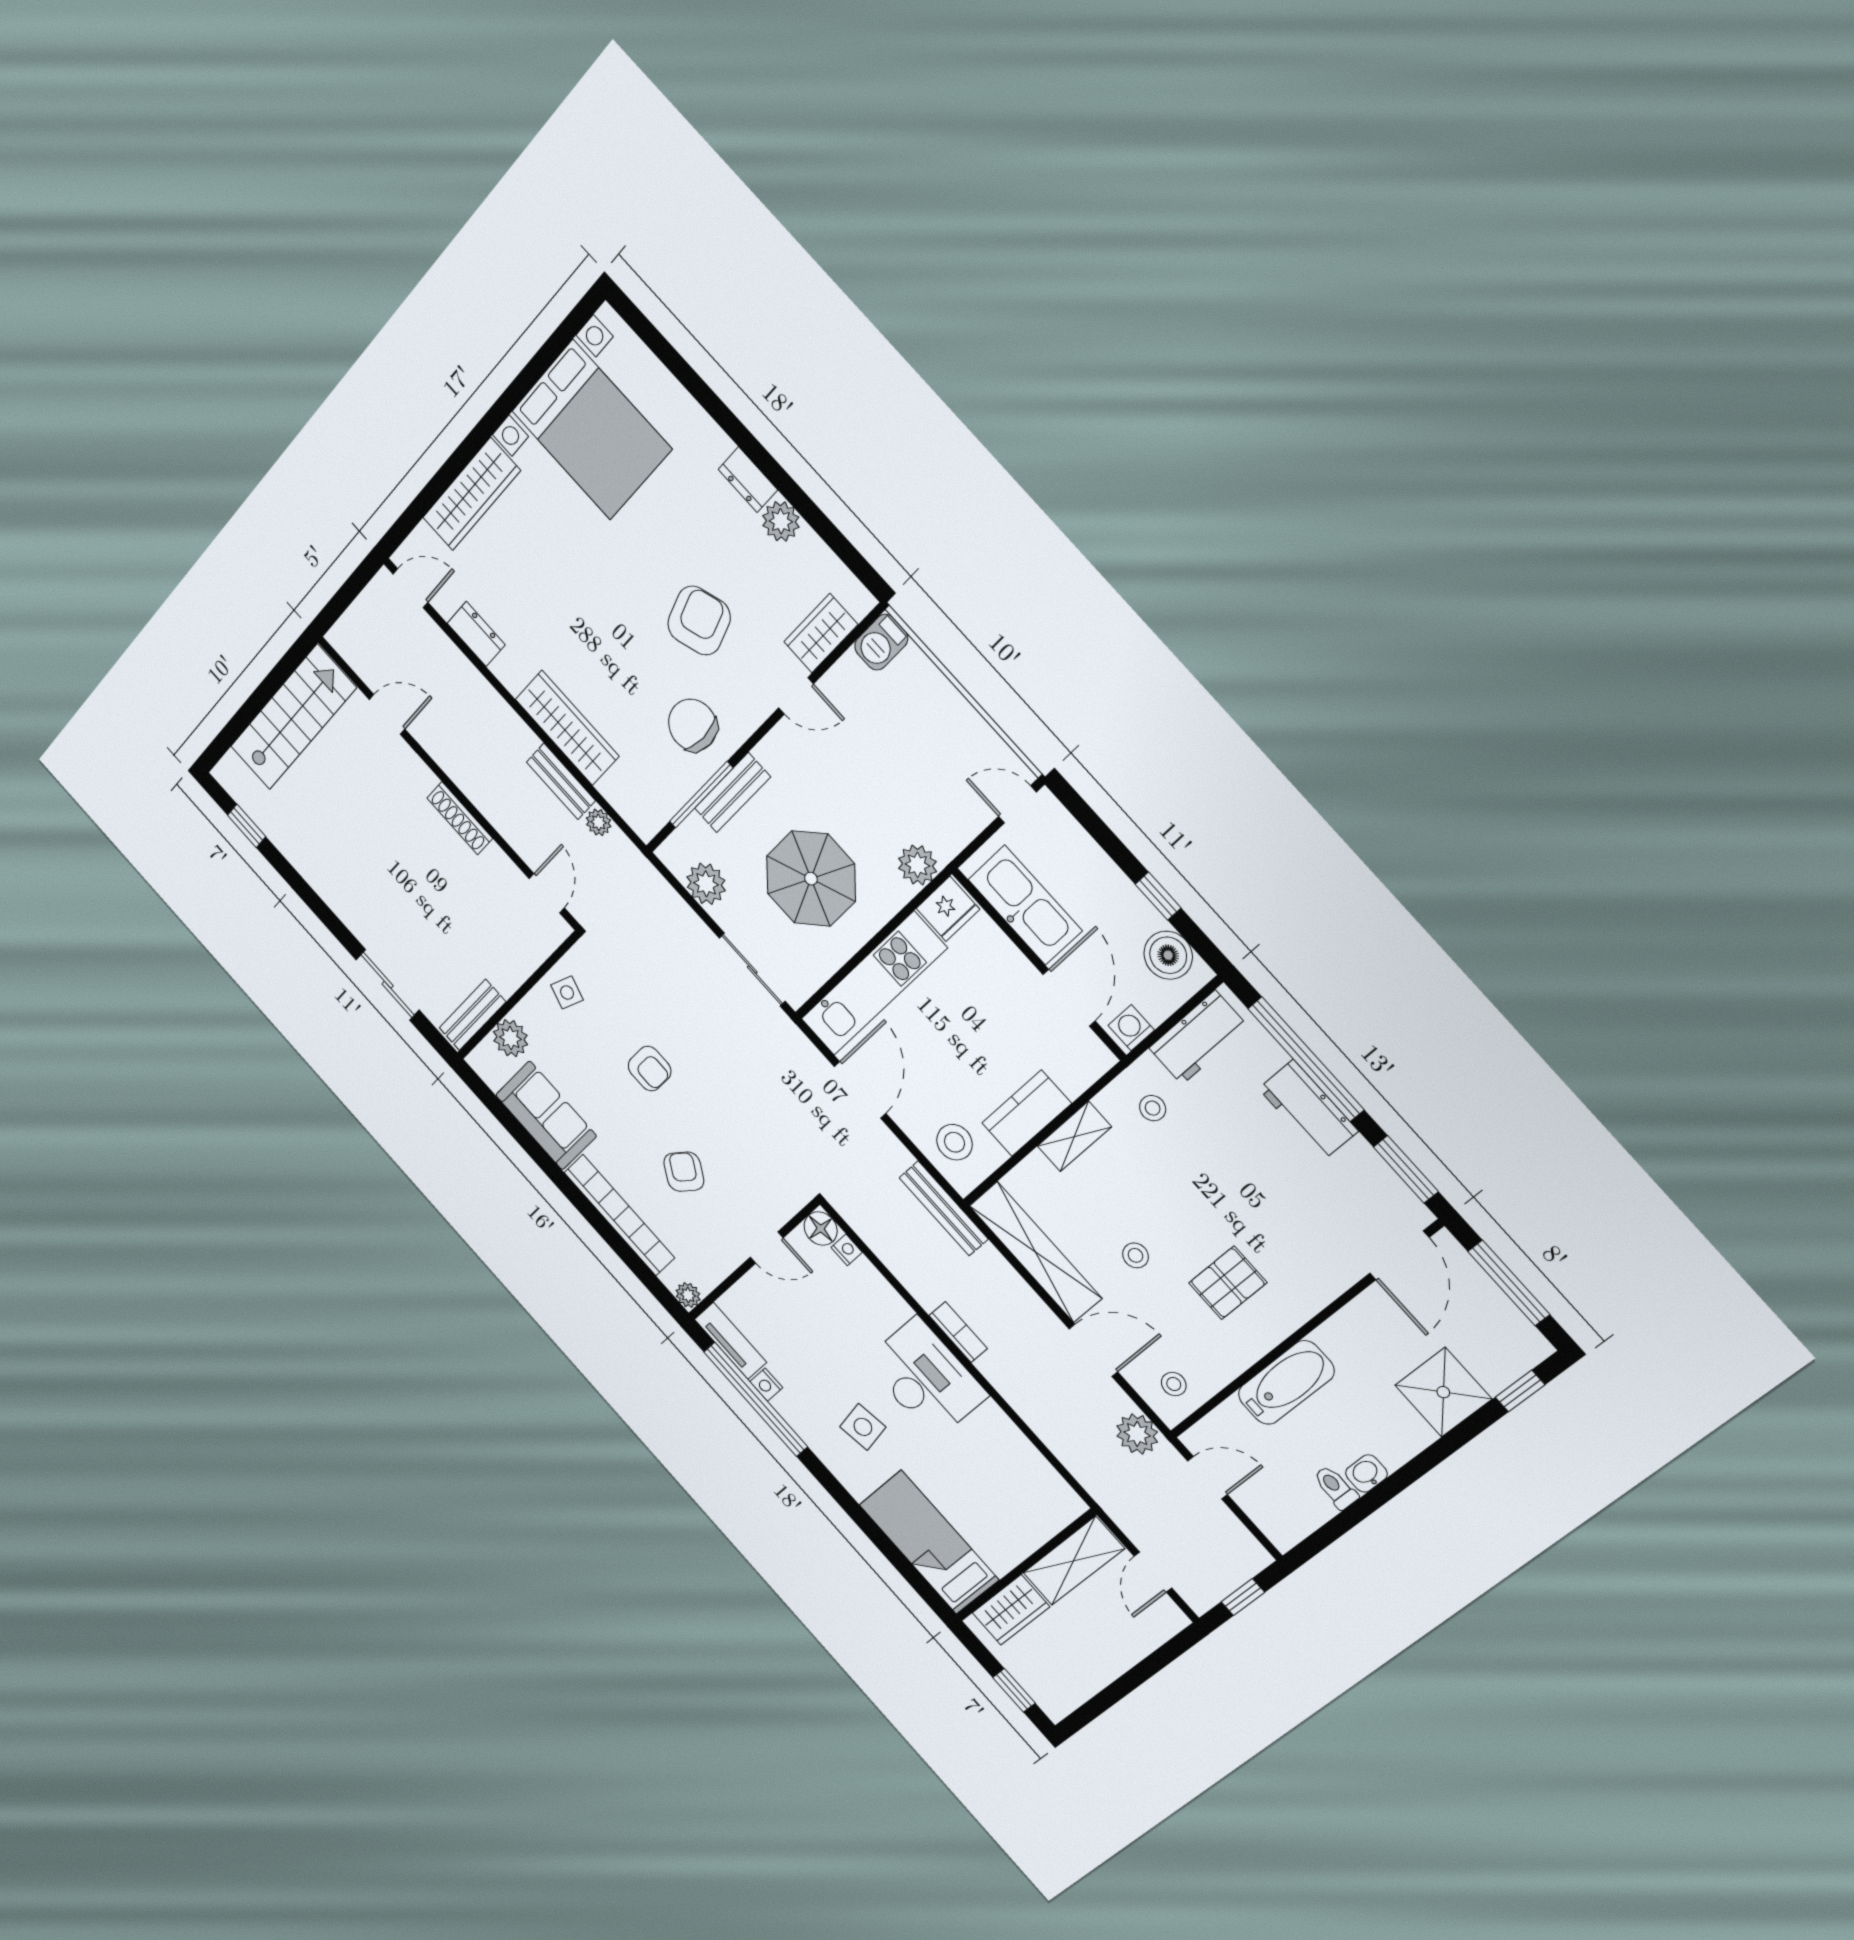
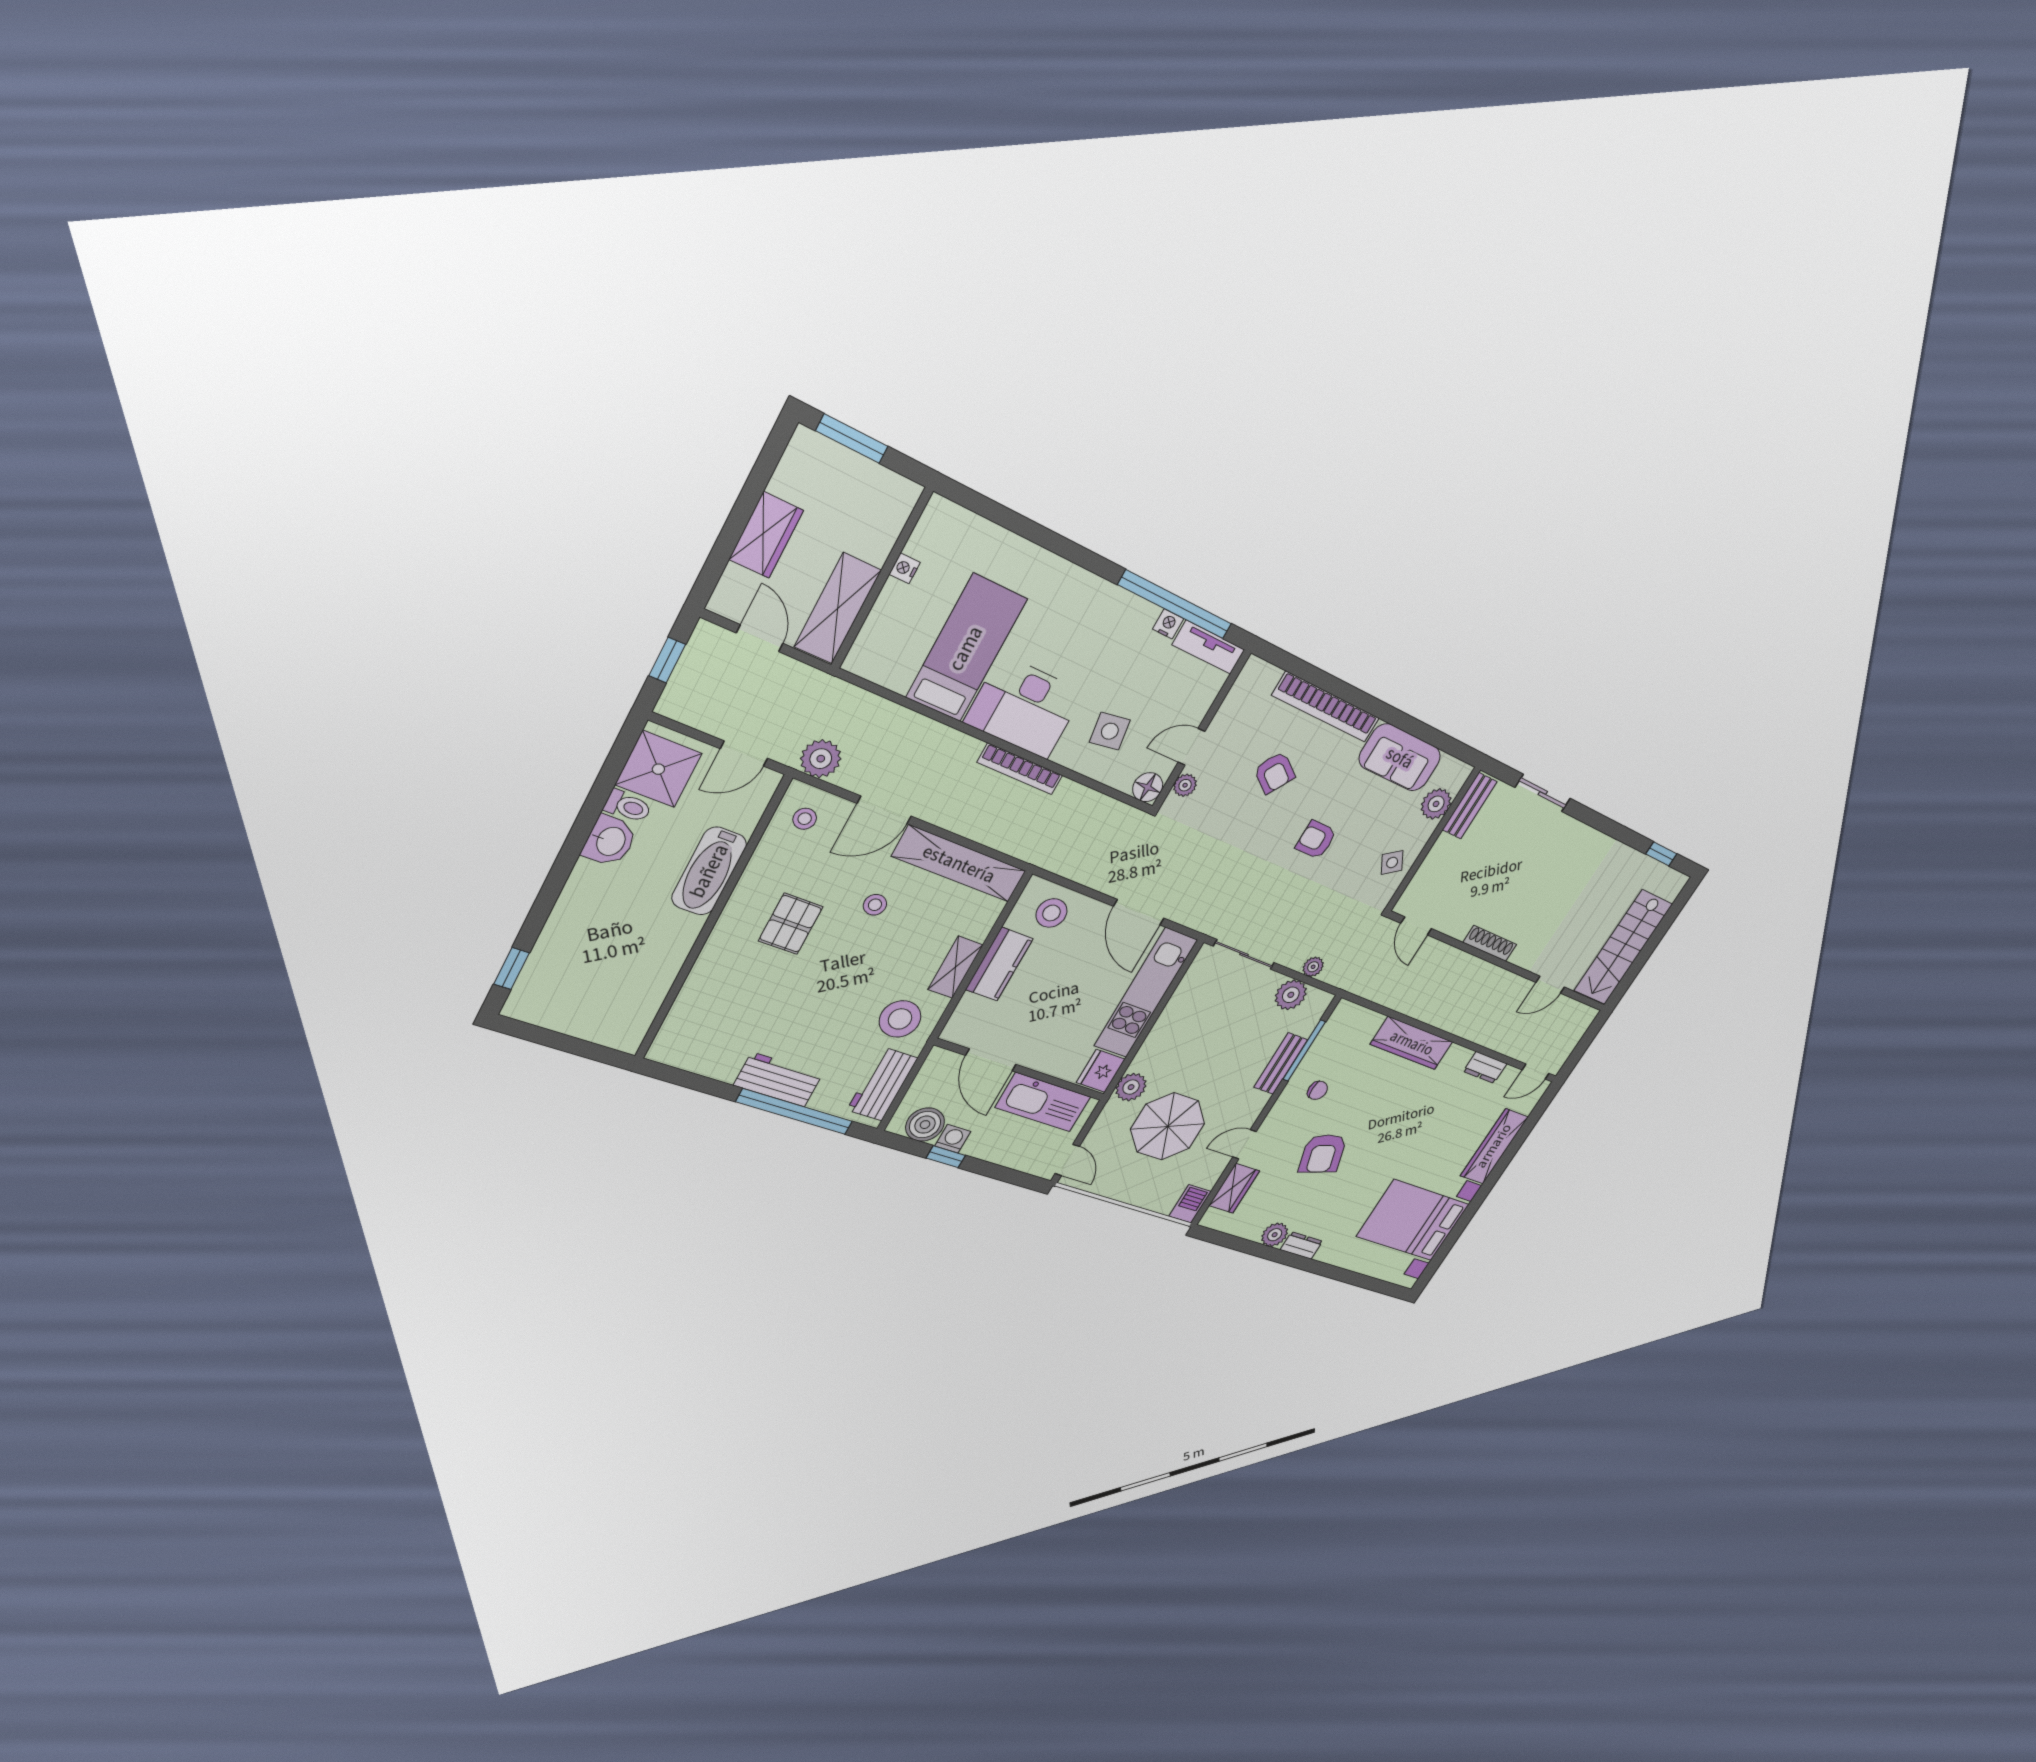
chair: (693, 725) -> (1318, 1090), width x0.54, depth x0.54
bench: (561, 781) -> (1413, 1007), removed
door: (1017, 804) -> (1067, 1160), hinge flipped
plant: (599, 822) -> (1313, 967), moved
parasol: (811, 879) -> (1168, 1126), moved
side table: (567, 993) -> (1392, 863), turned 38
washing machine: (1131, 1028) -> (953, 1139), moved, turned -90
stool: (1153, 1108) -> (900, 1019), width x1.89, depth x1.89
window: (1406, 1169) -> (685, 1079), removed
bench: (944, 1208) -> (1047, 858), removed
nightstand: (847, 1250) -> (905, 568), moved, turned 90
door: (1399, 1255) -> (661, 1017), removed
window: (1509, 1283) -> (564, 1043), removed
plant: (688, 1295) -> (1185, 785), moved
bookcase: (958, 1332) -> (1020, 769), width x1.56
shower: (1443, 1392) -> (658, 769), moved
side table: (863, 1427) -> (1110, 731), moved
washbasin: (1366, 1473) -> (610, 841), width x1.38, depth x1.45
bed: (929, 1542) -> (966, 648), moved, turned -90
wardrobe: (1011, 1610) -> (766, 535), moved, turned 180
window: (1014, 1690) -> (852, 439), width x1.50

